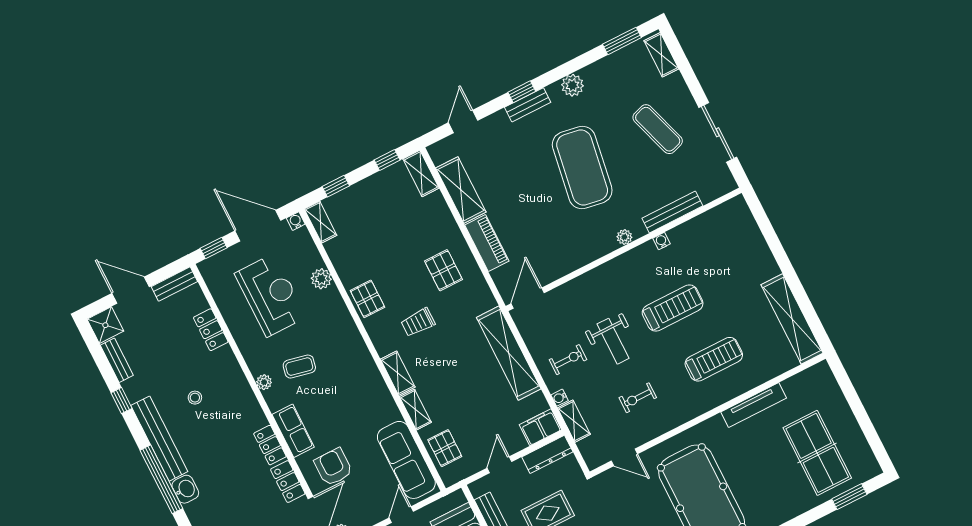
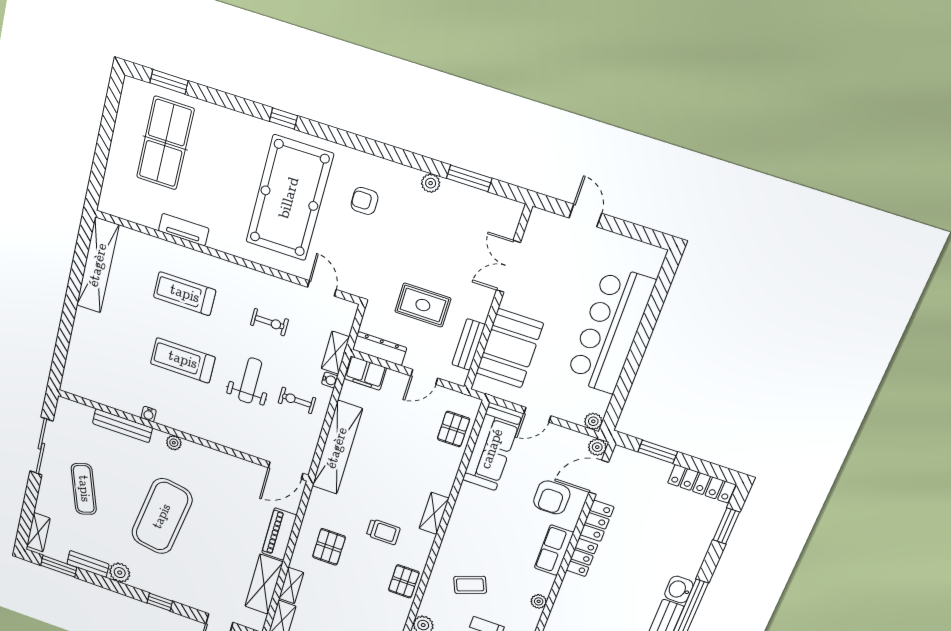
bench: (528, 105) -> (88, 564), moved
coffee table: (299, 367) -> (470, 585), moved, turned -34
tv unit: (754, 405) -> (184, 230), width x0.71
shelving: (415, 410) -> (291, 586), moved

